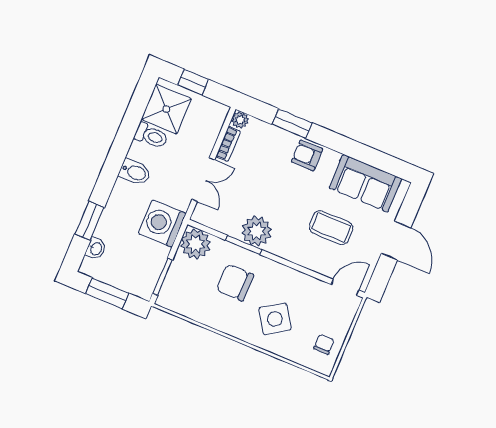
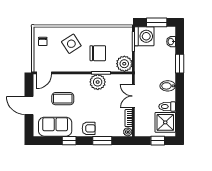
window: (351, 148) -> (69, 141), added
window: (89, 221) -> (180, 64), moved
washing machine: (162, 224) -> (144, 36), moved

